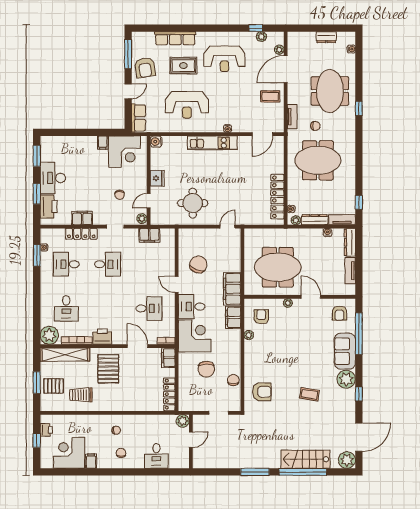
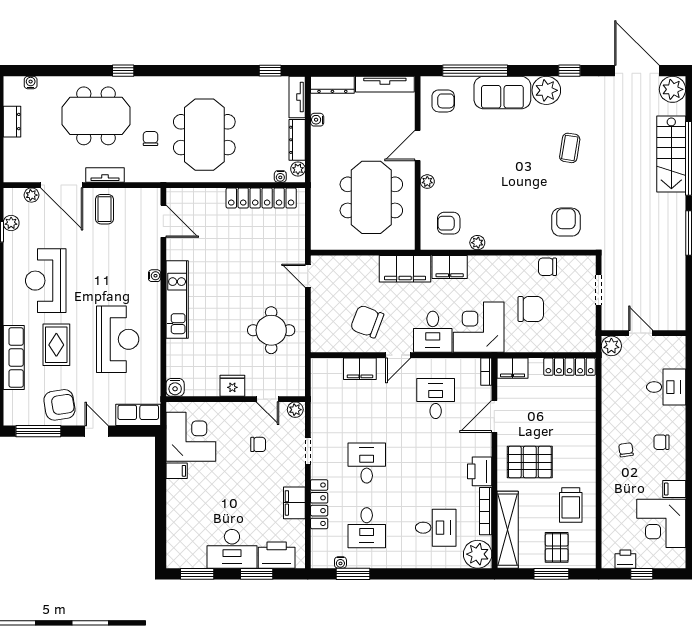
reception desk: (224, 59) -> (46, 281), turned 180
tv unit: (292, 117) -> (105, 175), moved
filing cabinet: (149, 235) -> (360, 369), moved, turned 90
tv unit: (350, 271) -> (385, 84), width x1.41

